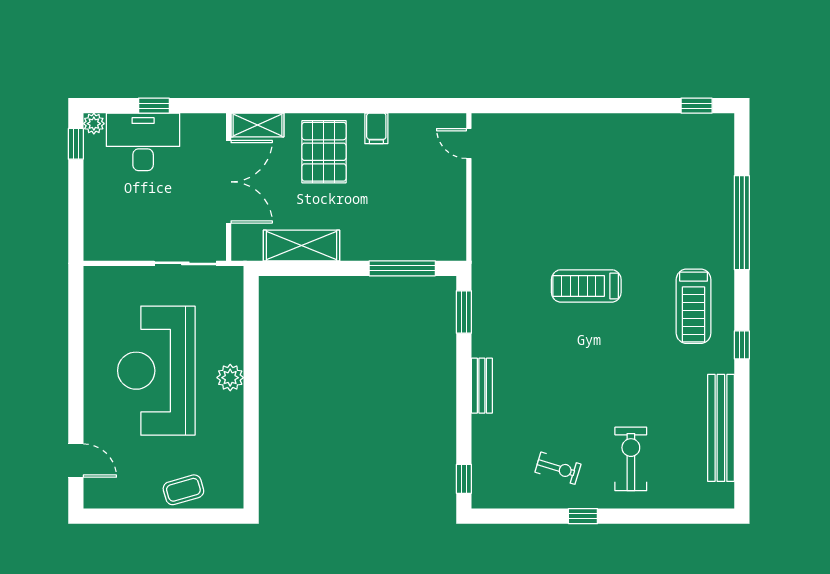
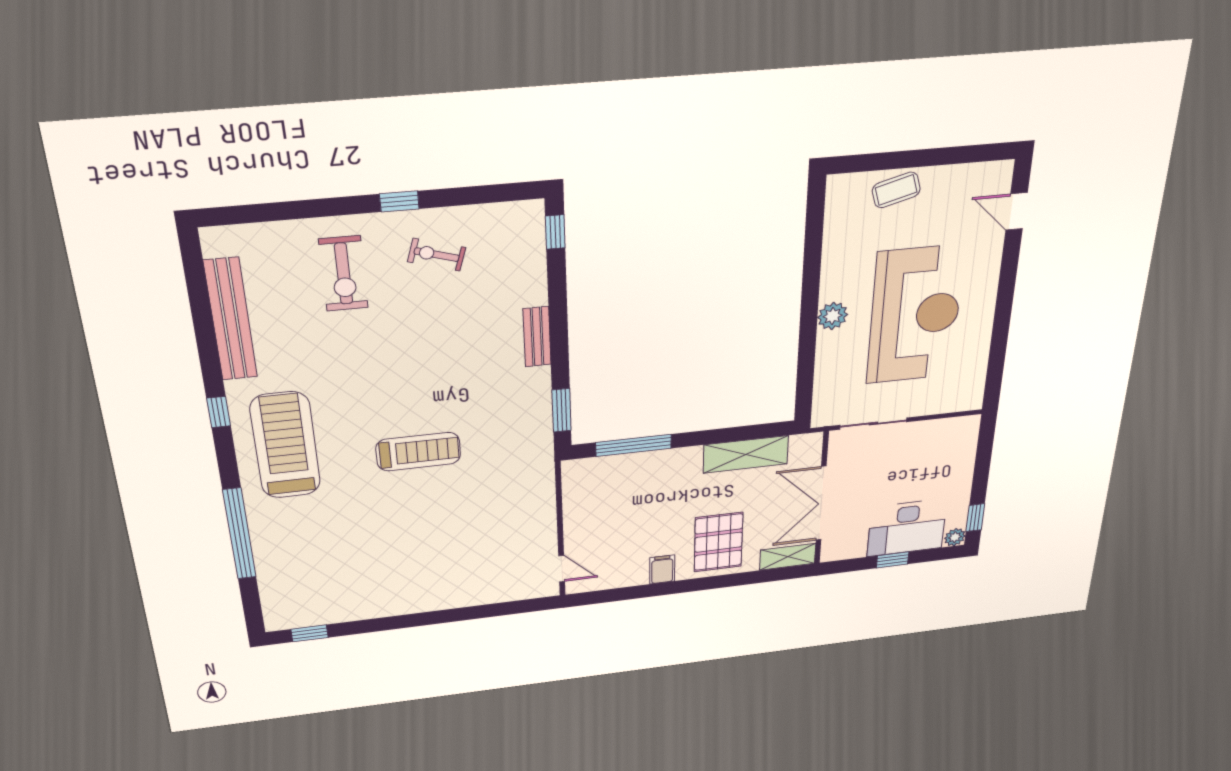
treadmill: (694, 306) -> (285, 445), width x1.37, depth x1.38

